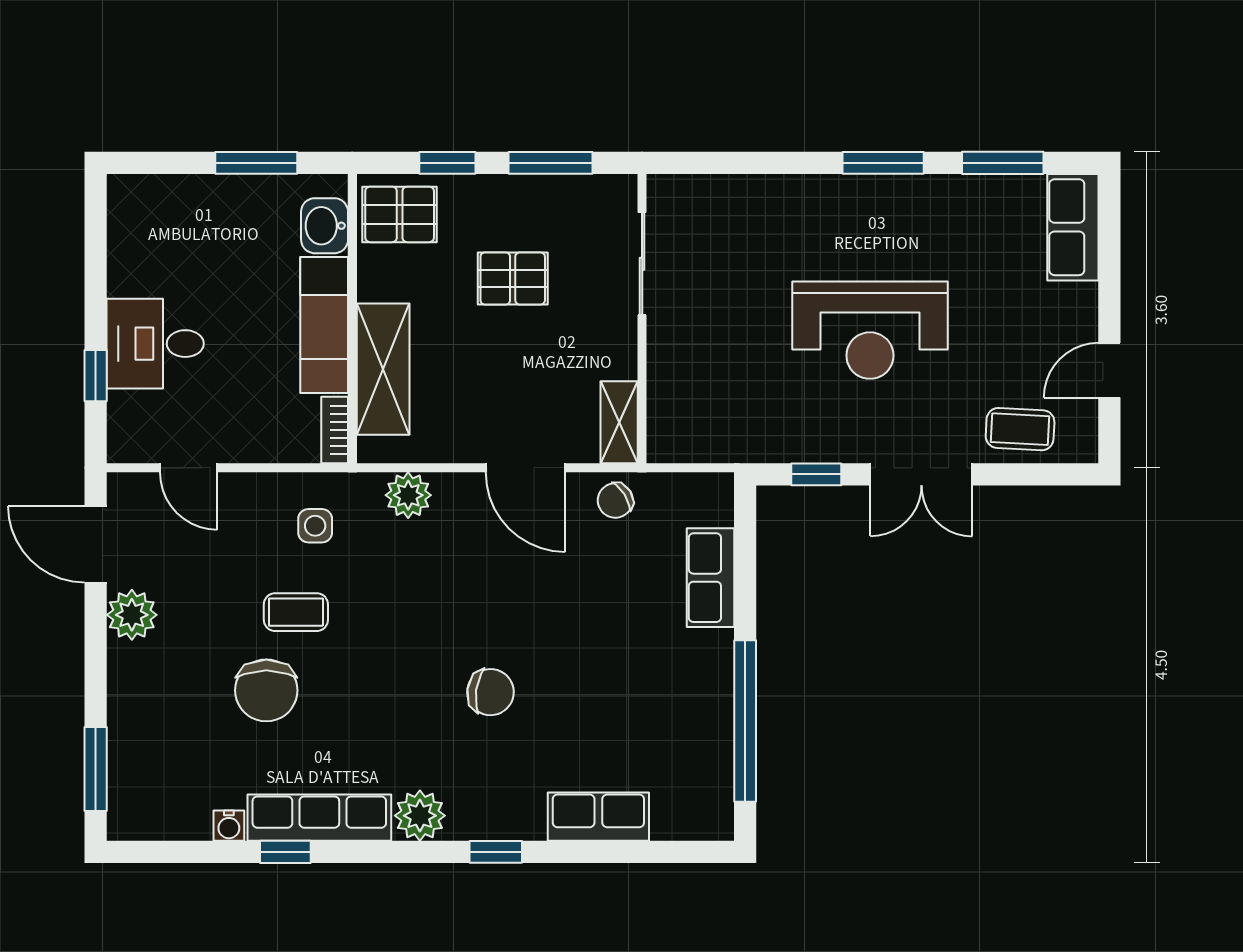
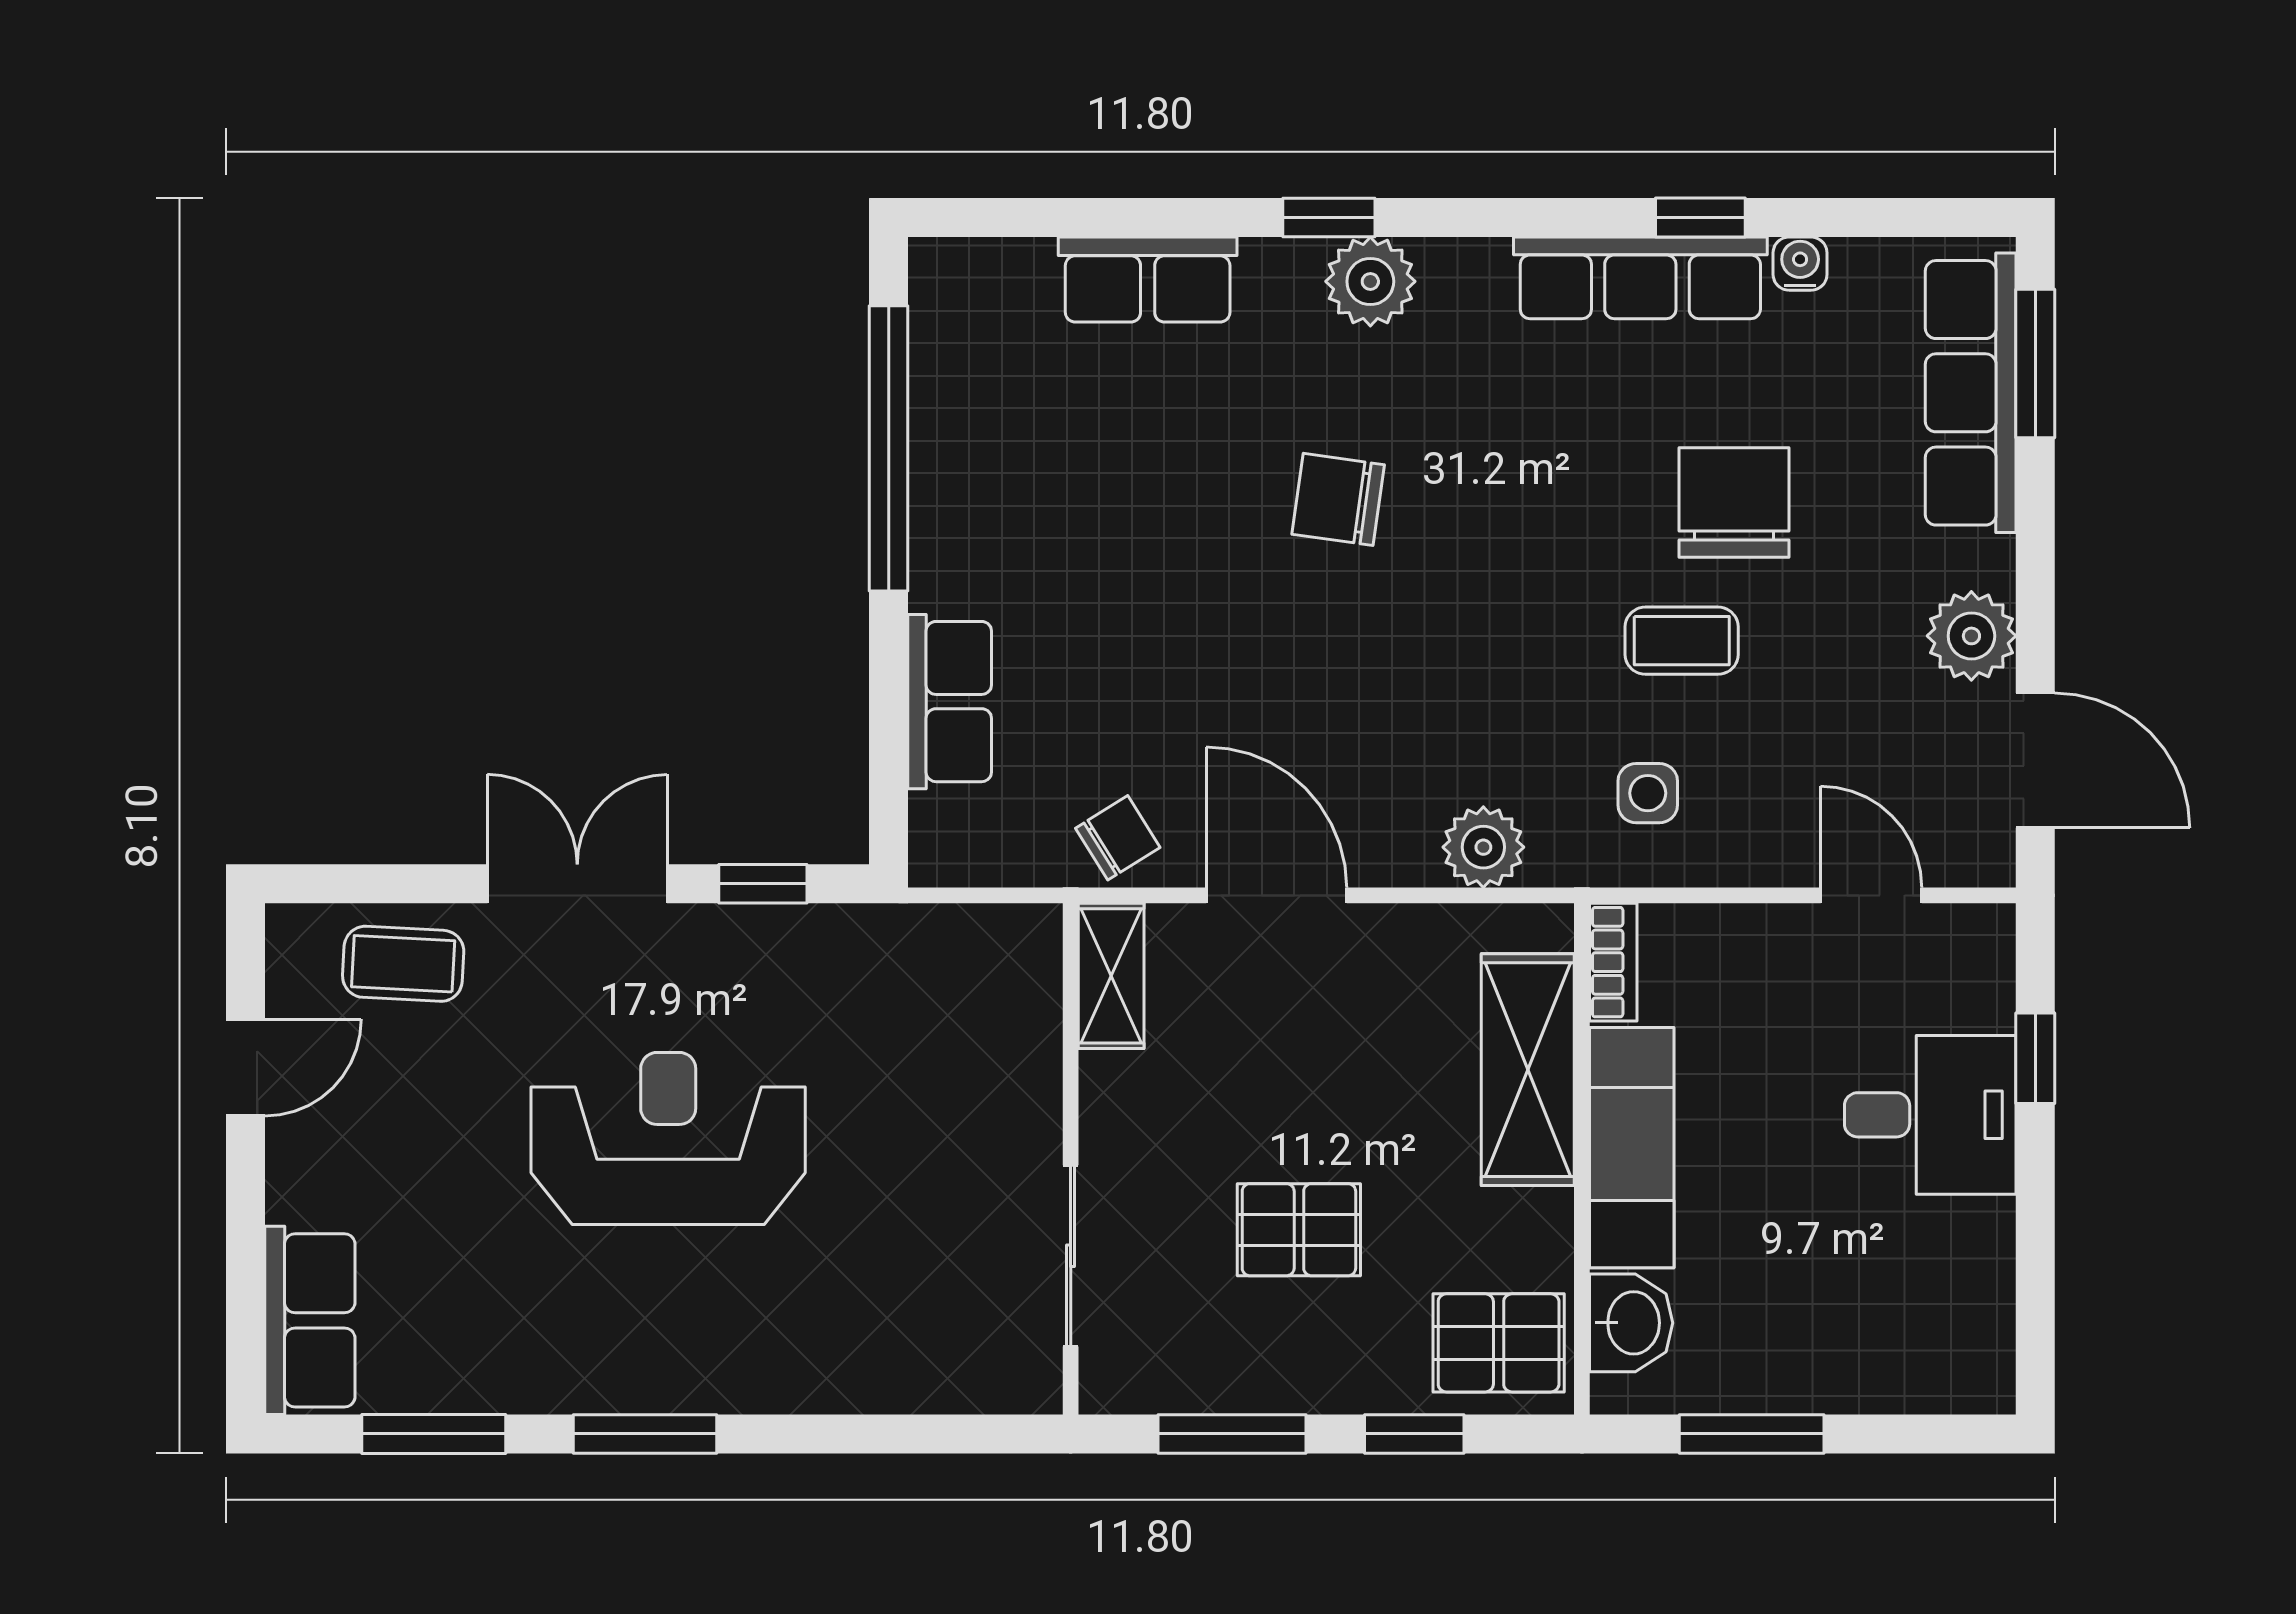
row of seats: (132, 752) -> (1971, 393), added
plant: (420, 816) -> (1370, 281), moved

